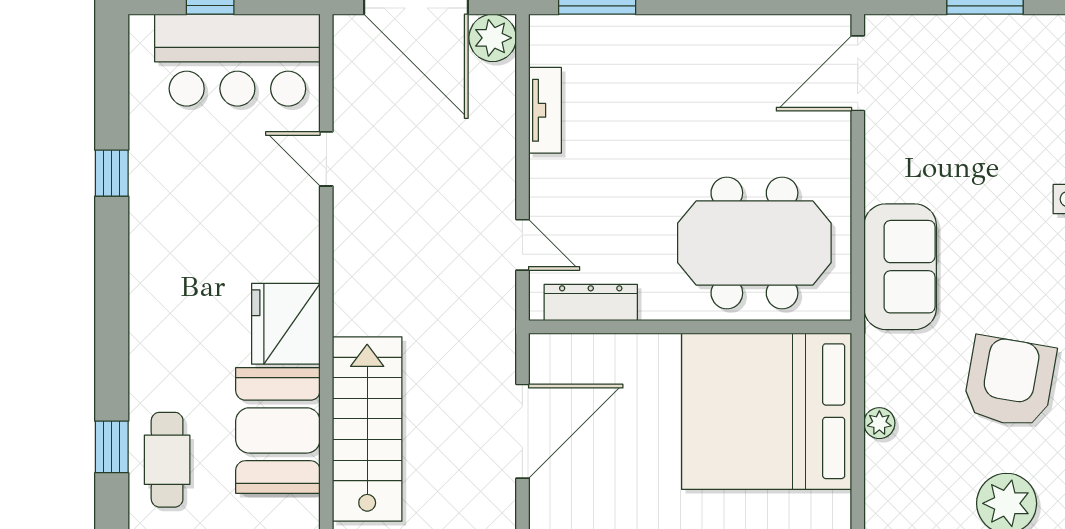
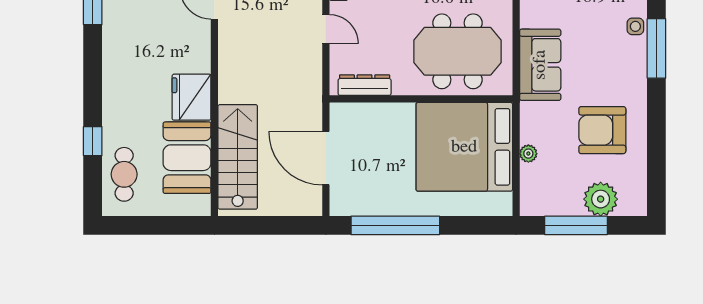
door: (522, 245) -> (326, 29), moved
armchair: (1010, 382) -> (602, 130), turned -100
door: (522, 431) -> (326, 158), swing flipped
window: (112, 447) -> (93, 141), moved

